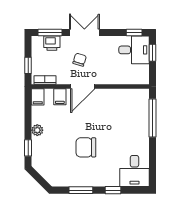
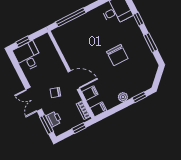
window: (134, 32) -> (15, 63), removed

